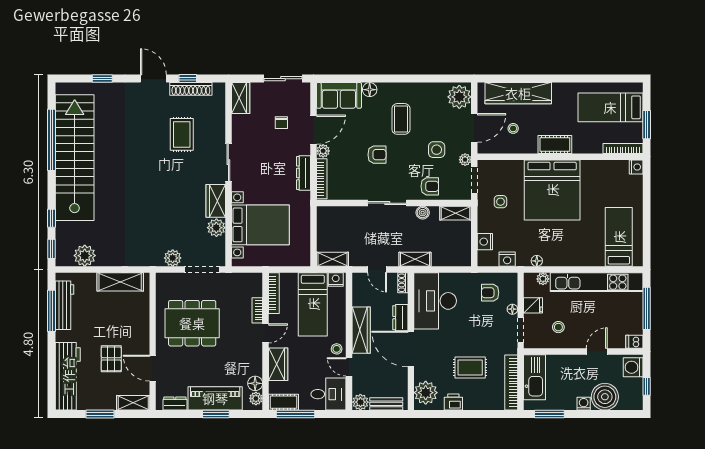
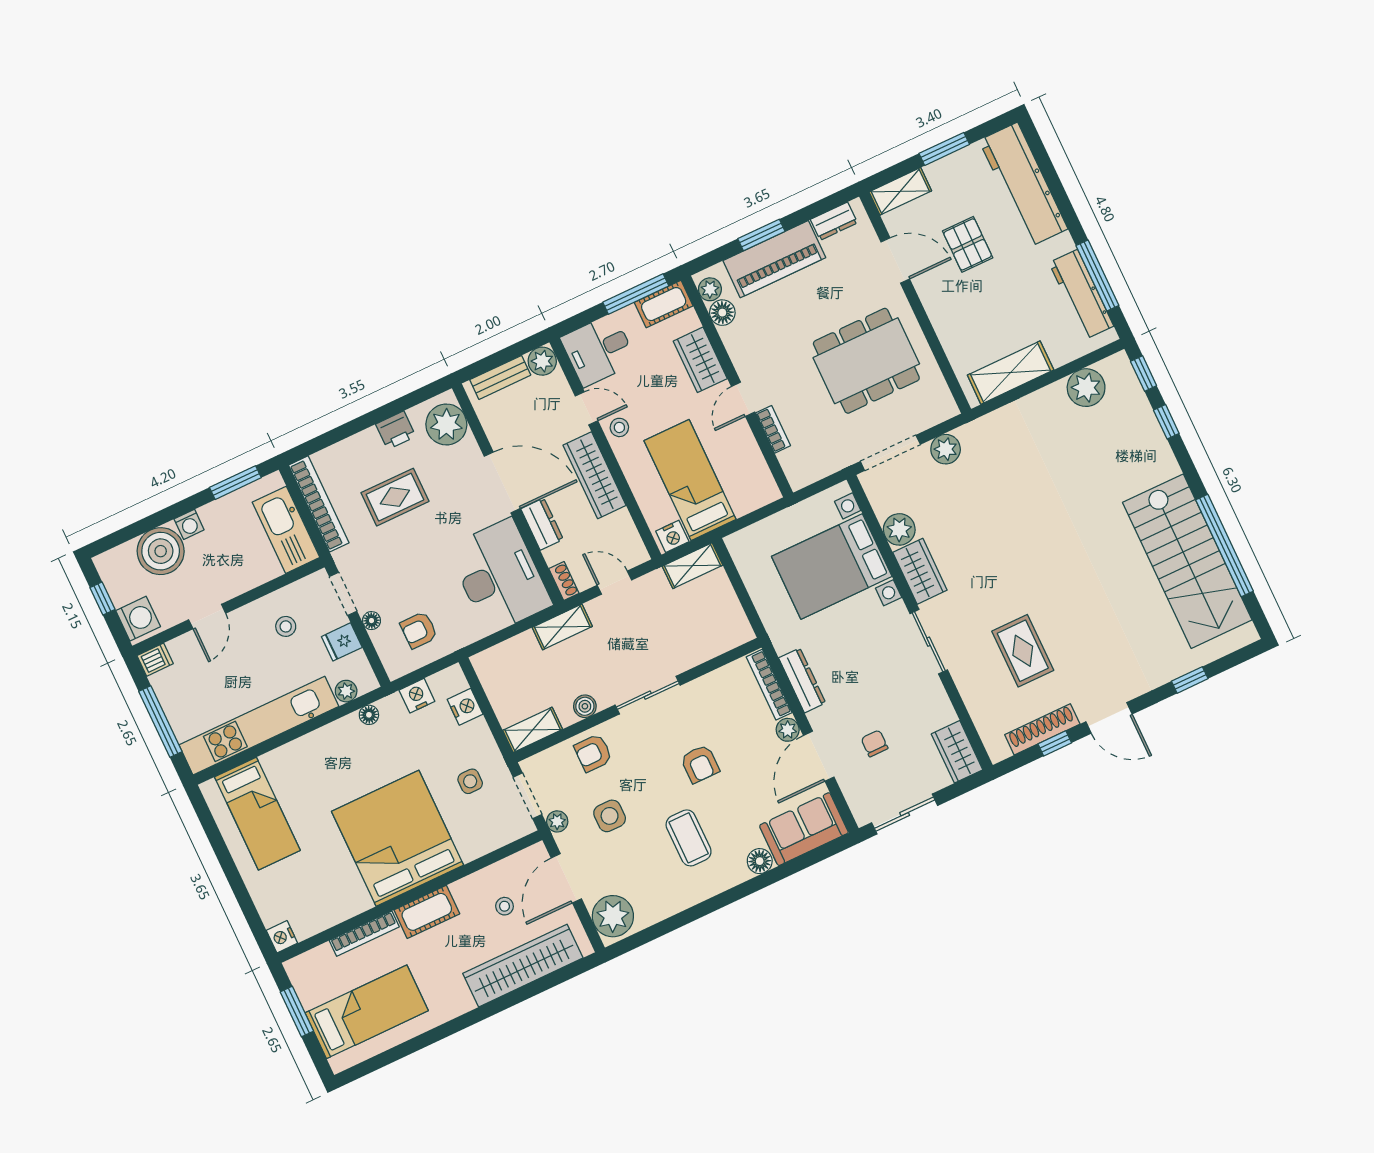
bookcase: (623, 148) -> (364, 934), moved
armchair: (377, 155) -> (700, 764), turned -90
stairs: (75, 158) -> (1187, 561), width x0.73
bookcase: (274, 293) -> (760, 469), removed
armchair: (490, 293) -> (419, 630), turned 180

